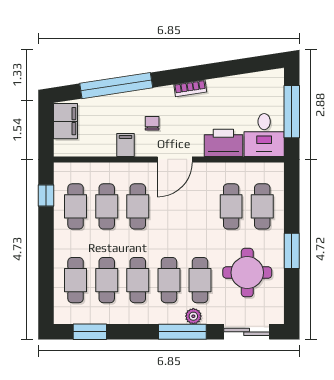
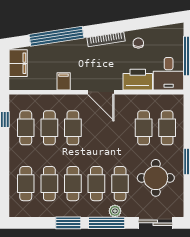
bookcase: (190, 88) -> (106, 39), width x1.56
chair: (152, 123) -> (138, 43), moved
door: (175, 159) -> (101, 92), hinge flipped
window: (90, 332) -> (68, 223), moved

